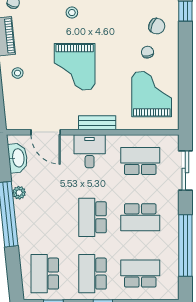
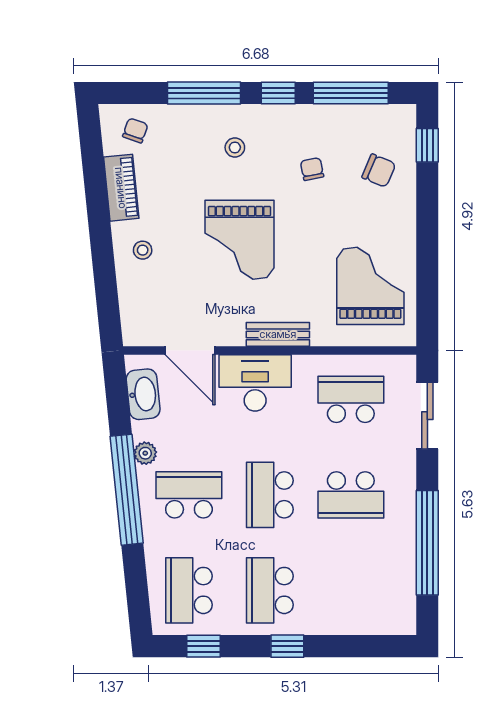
chair: (147, 52) -> (312, 169), moved
desk: (90, 151) -> (255, 383), width x1.37
school desk: (140, 274) -> (189, 495), moved

